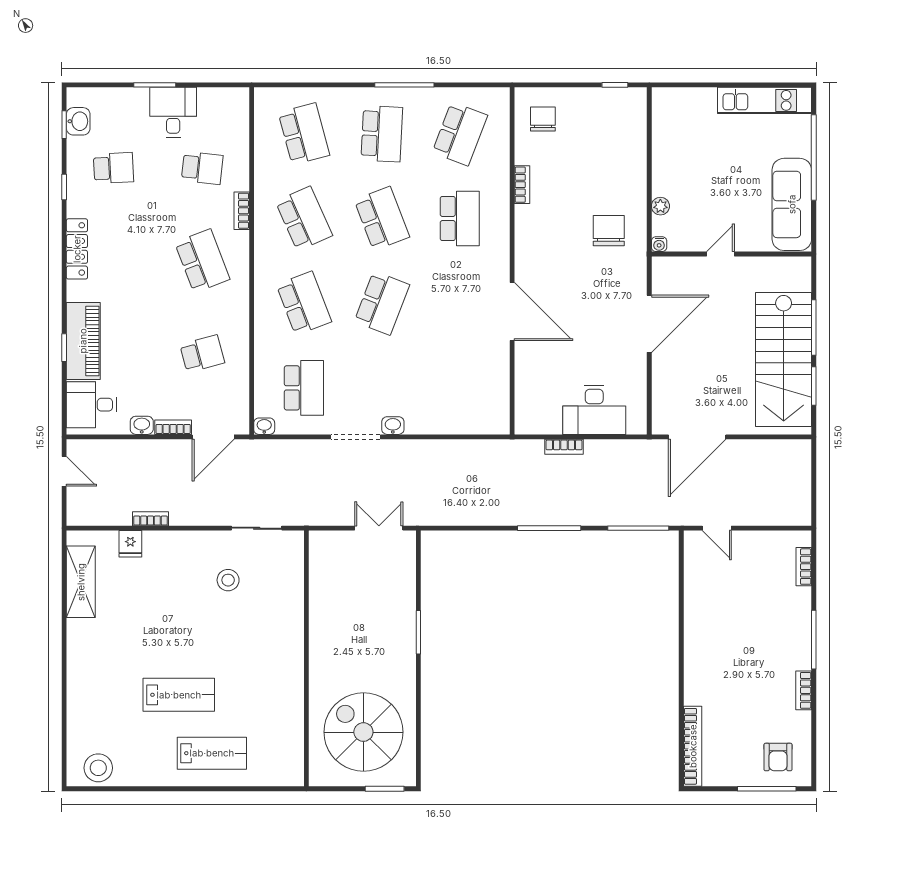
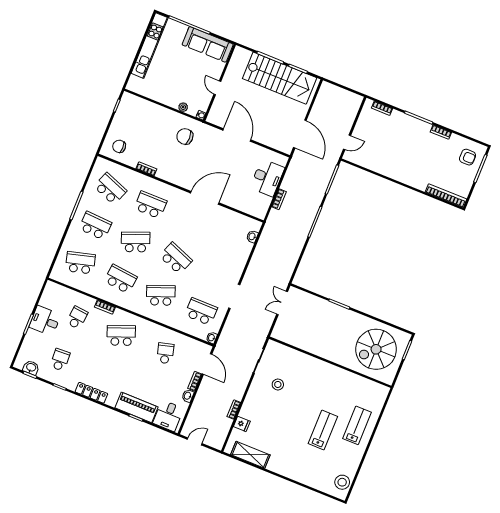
kitchen unit: (765, 100) -> (150, 46), width x1.36
school desk: (304, 218) -> (121, 279), turned 30
washbasin: (393, 426) -> (252, 236), moved

